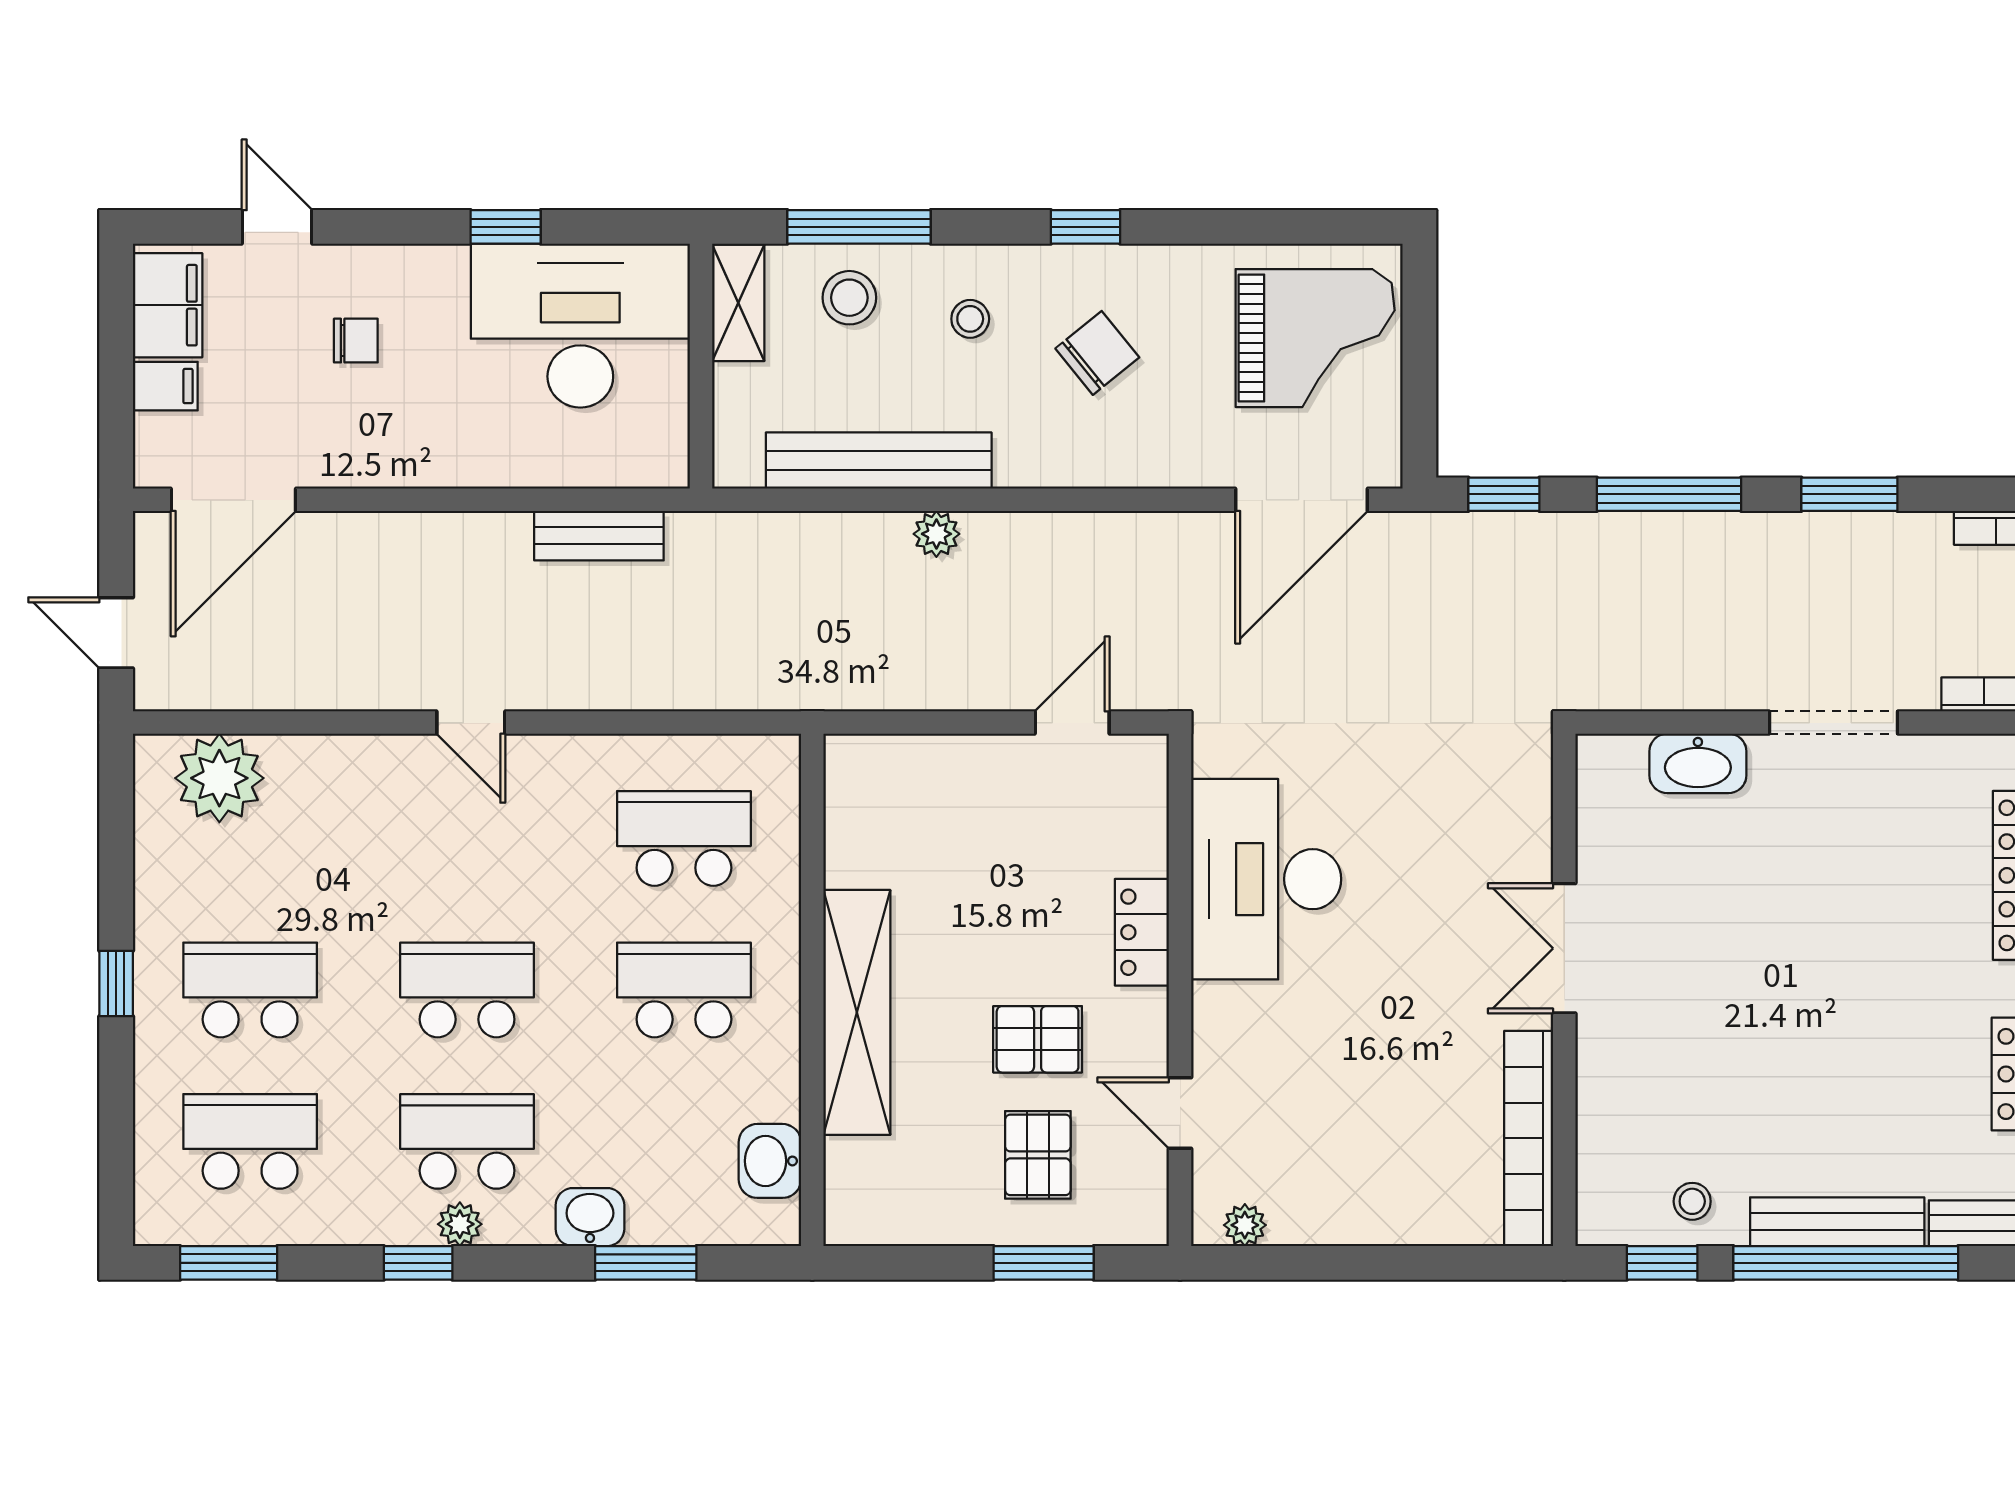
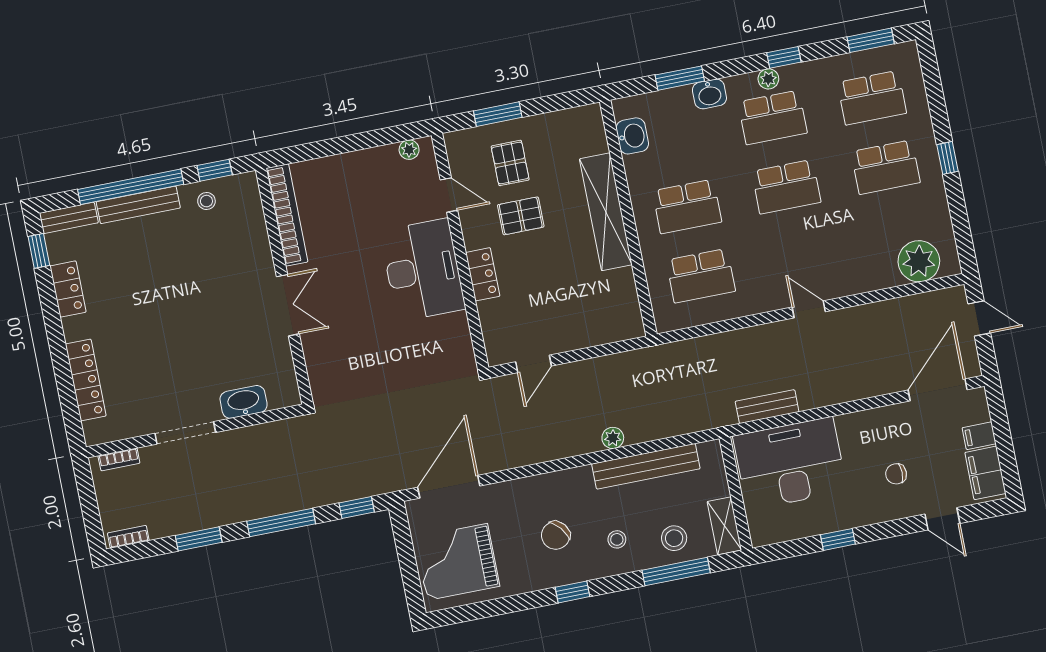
desk: (580, 326) -> (790, 463), moved, turned 180
desk: (1266, 879) -> (423, 270), moved

